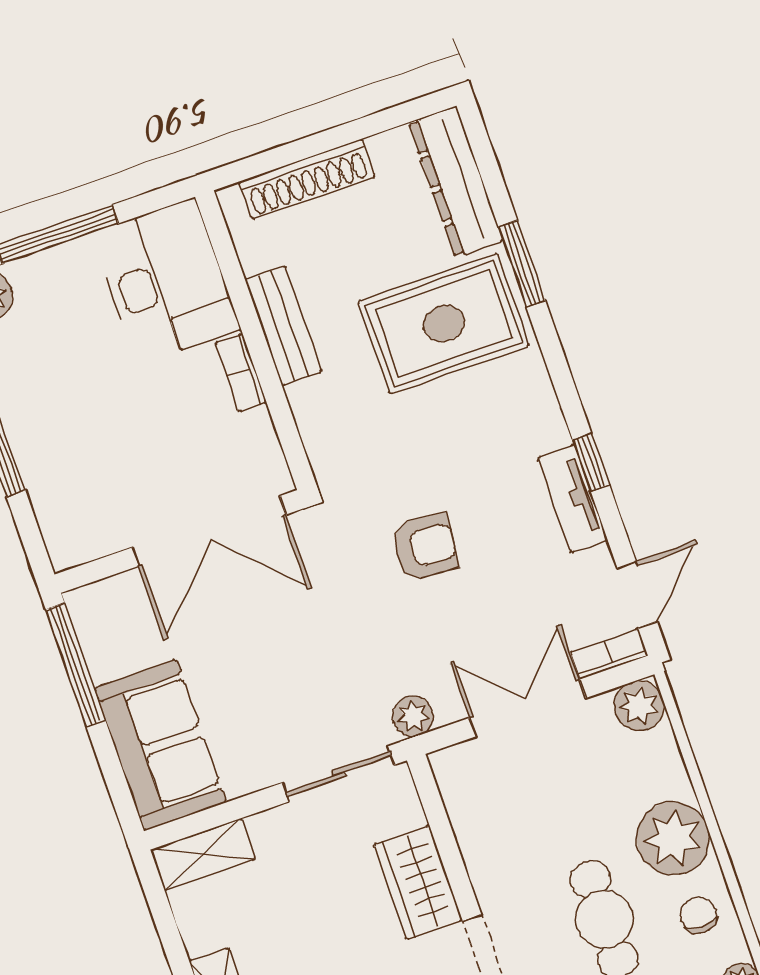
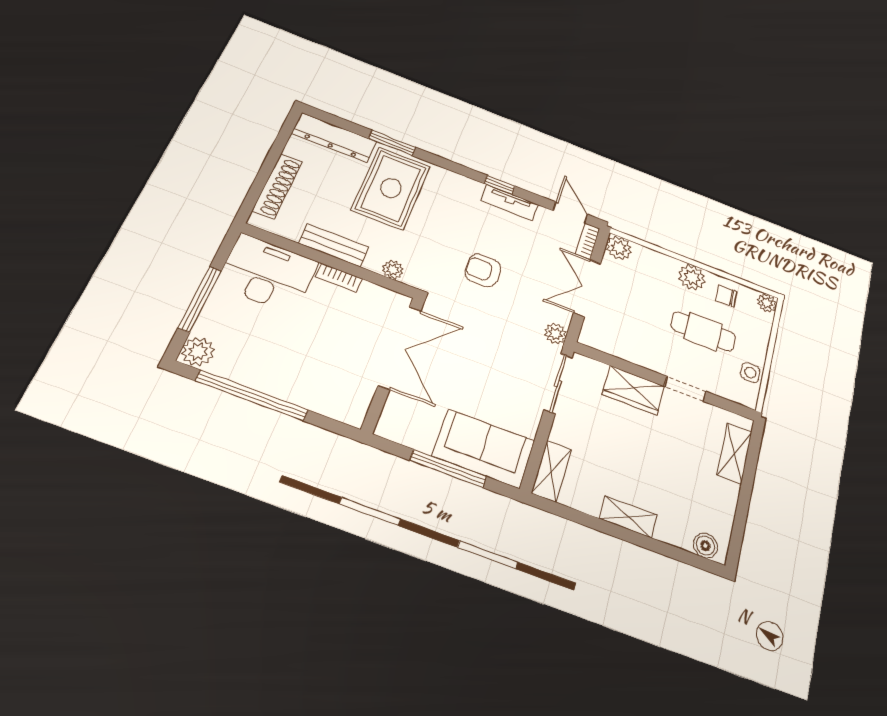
plant: (316, 430) -> (393, 270), added
armchair: (425, 547) -> (483, 270), turned -95
window: (76, 665) -> (448, 469), moved
plant: (673, 838) -> (692, 277), width x0.73, depth x0.73

